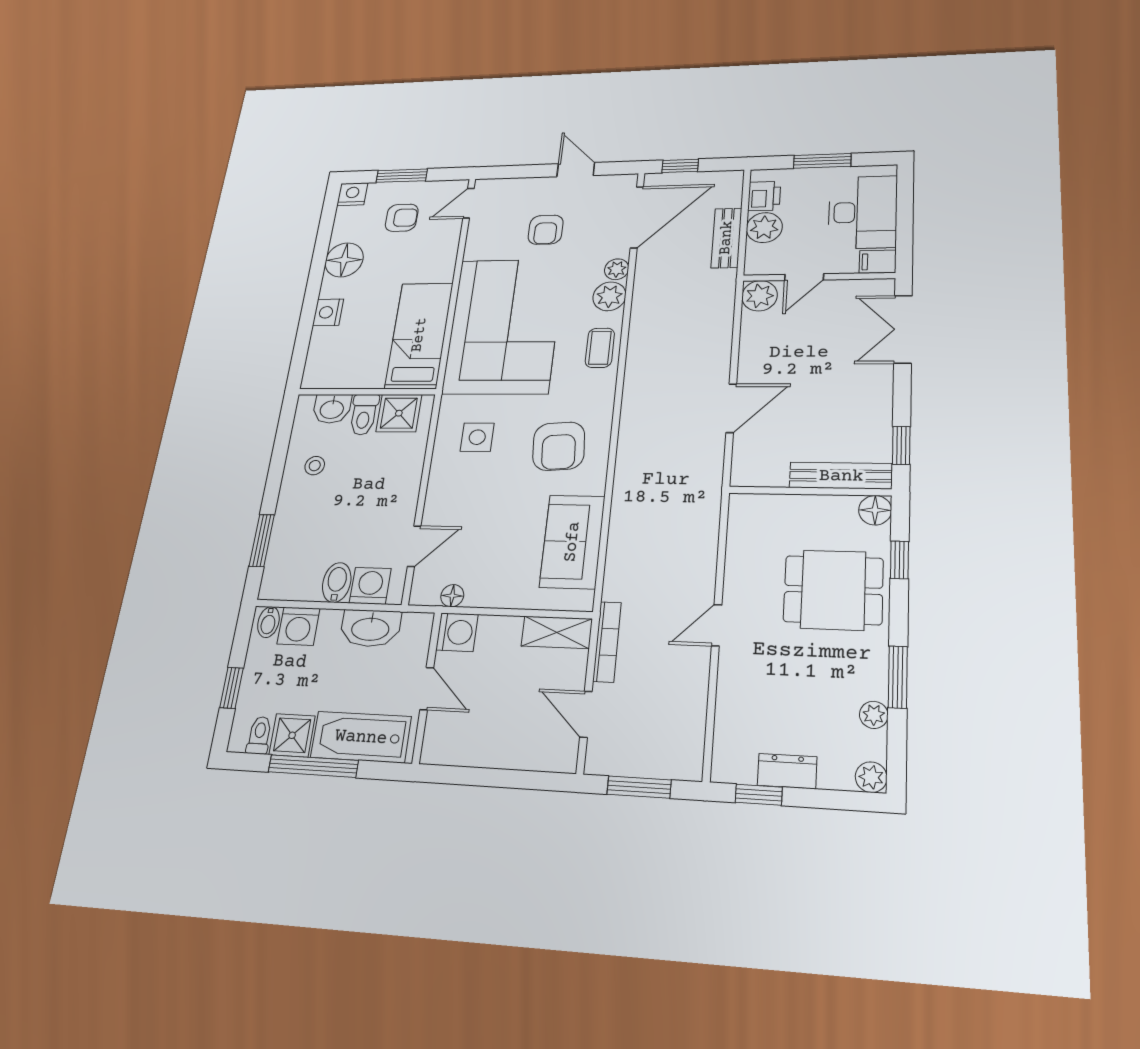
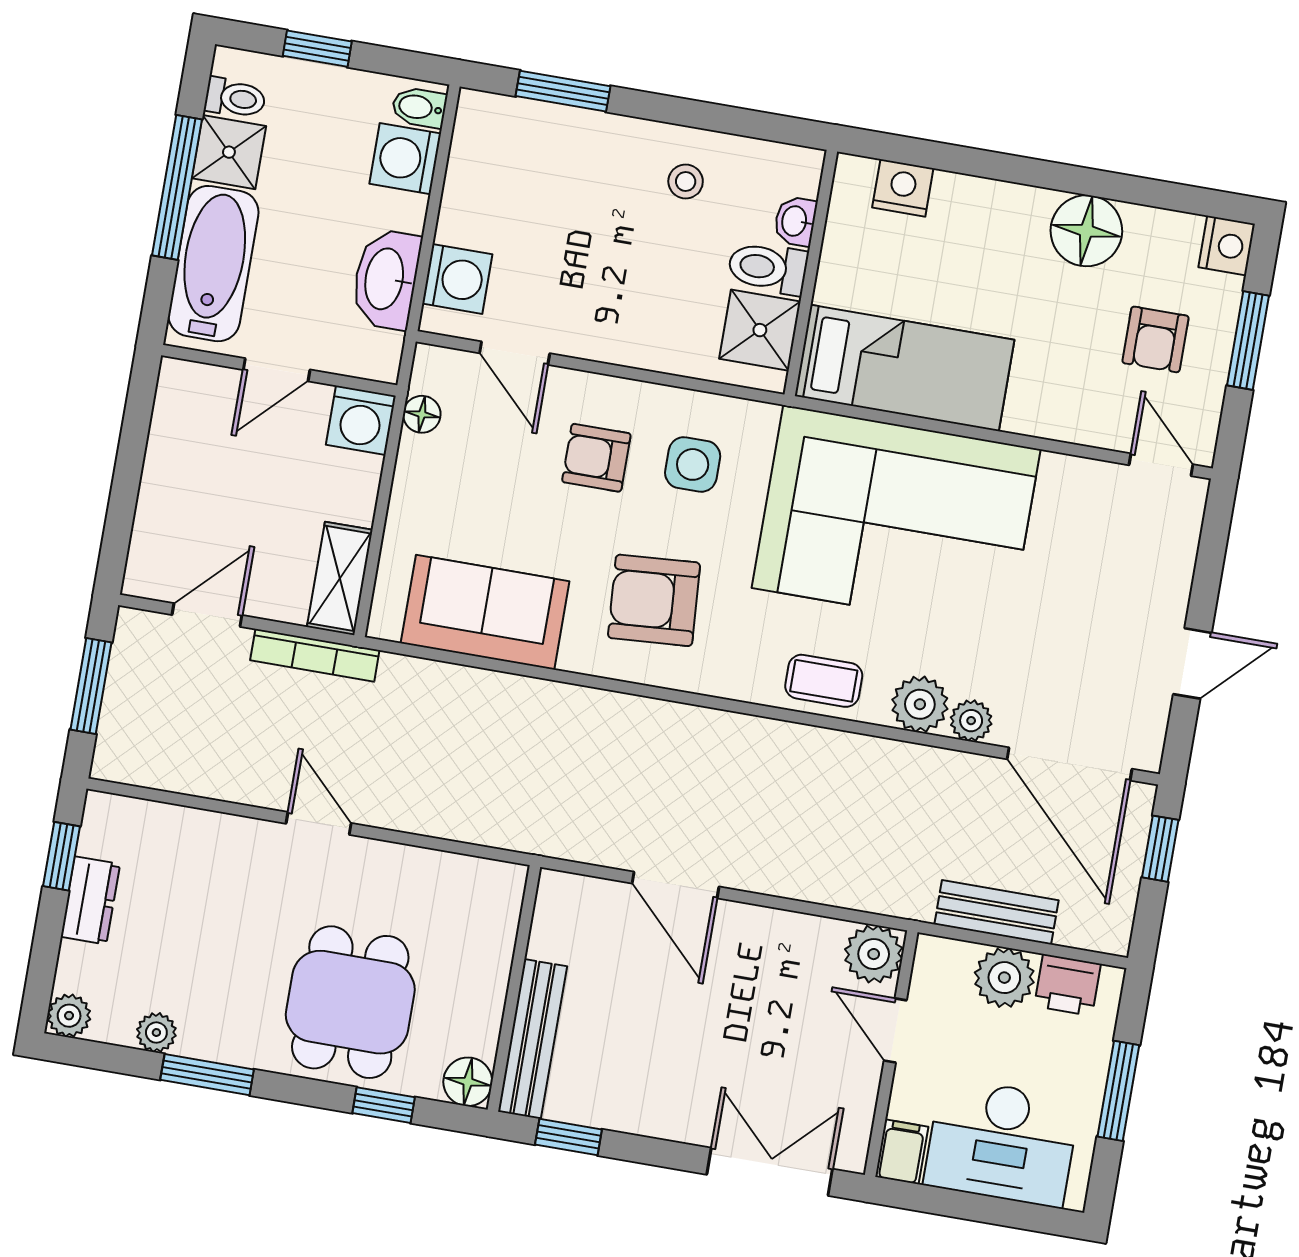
armchair: (546, 230) -> (596, 458), moved
nightstand: (328, 312) -> (903, 188), moved
washbasin: (332, 409) -> (795, 221), width x0.72, depth x0.69
bidet: (337, 583) -> (471, 222), removed

